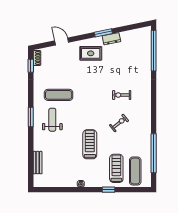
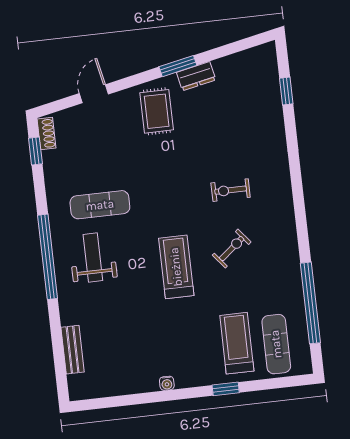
door: (62, 42) -> (94, 94), hinge flipped
window: (154, 51) -> (286, 91), width x0.32
rug: (91, 53) -> (157, 111), turned 90
window: (31, 117) -> (48, 257), width x2.11
treadmill: (90, 144) -> (176, 267), moved

